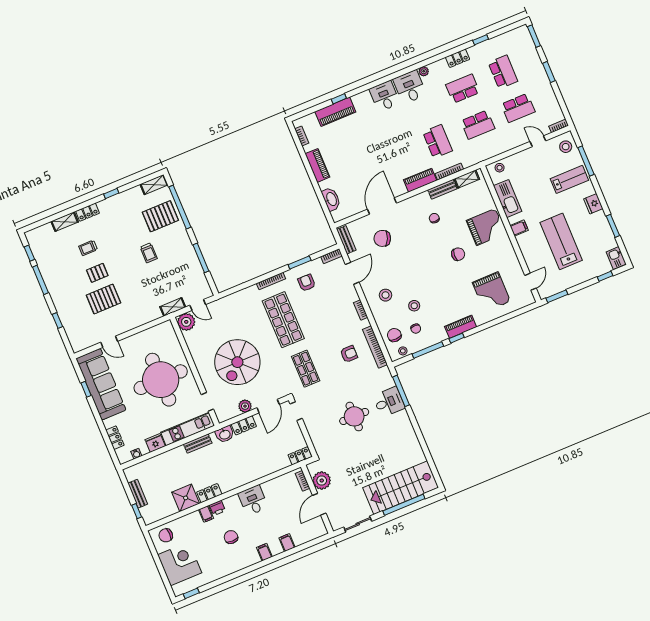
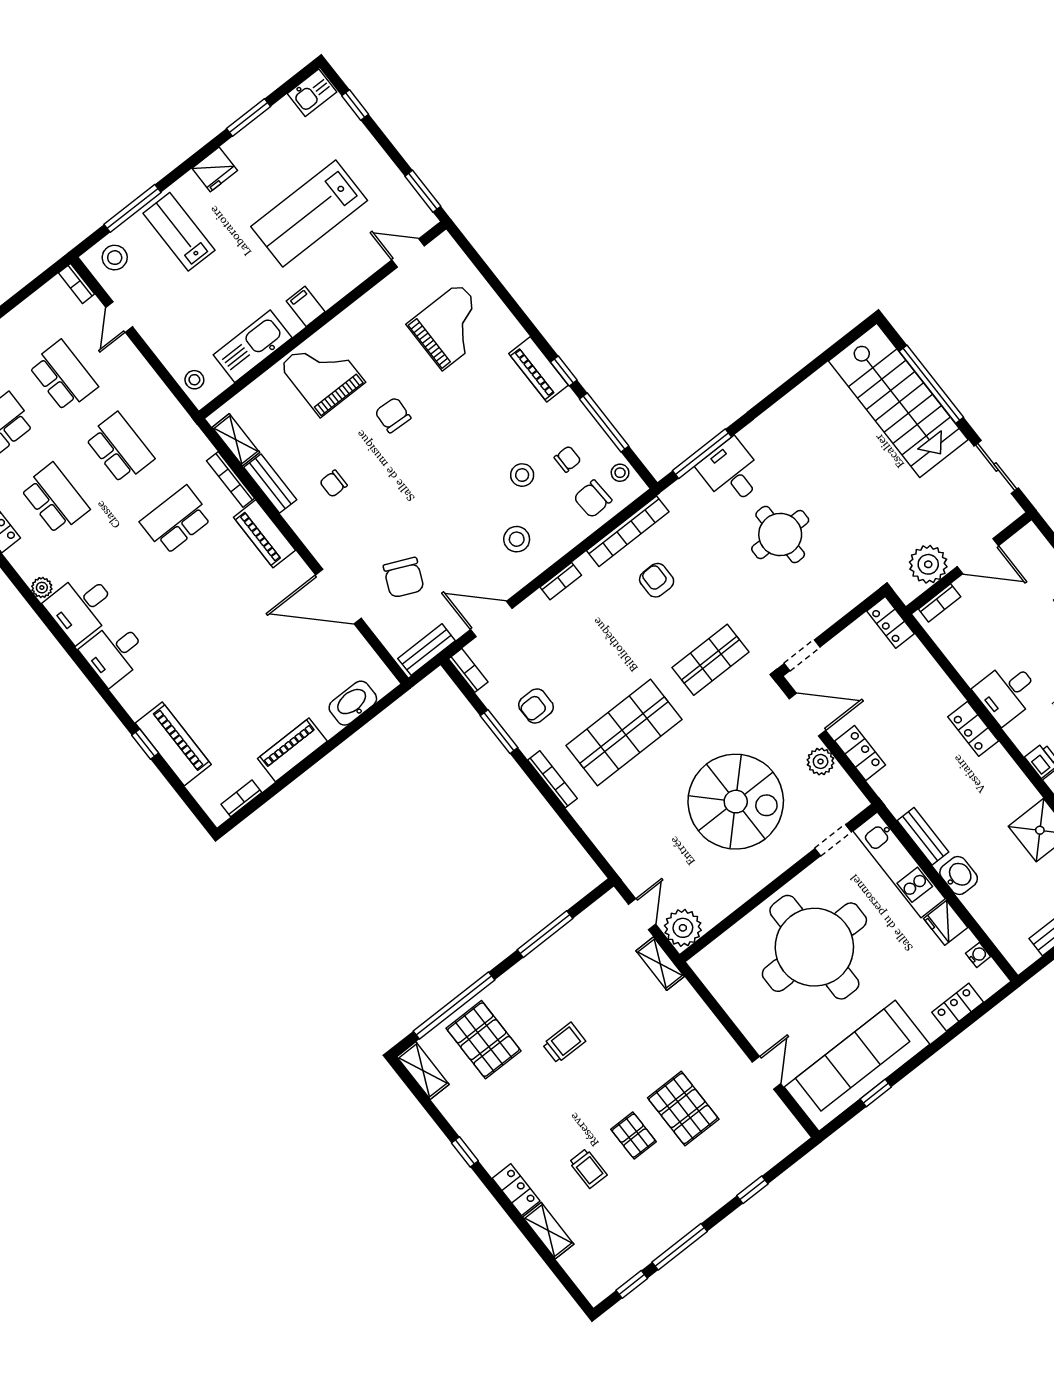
school desk: (463, 89) -> (55, 499), turned 180
washbasin: (225, 434) -> (959, 875), moved
locker: (209, 493) -> (973, 729), moved

